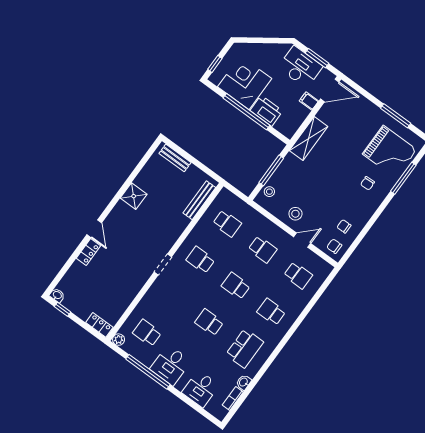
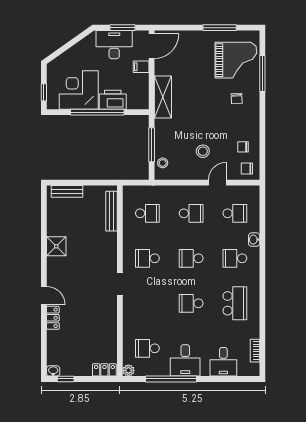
stool: (295, 214) -> (203, 151), moved
washbasin: (244, 382) -> (254, 240), moved

